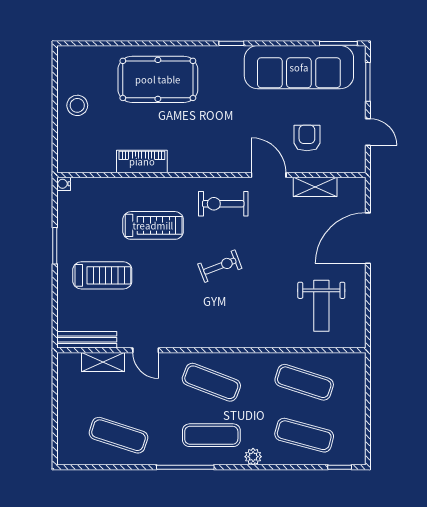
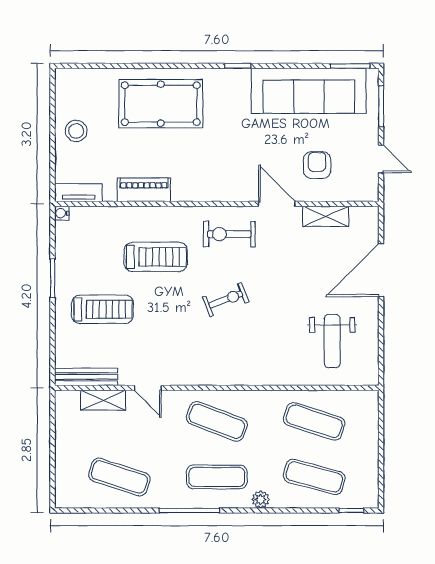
tv unit: (79, 164) -> (78, 193), added

